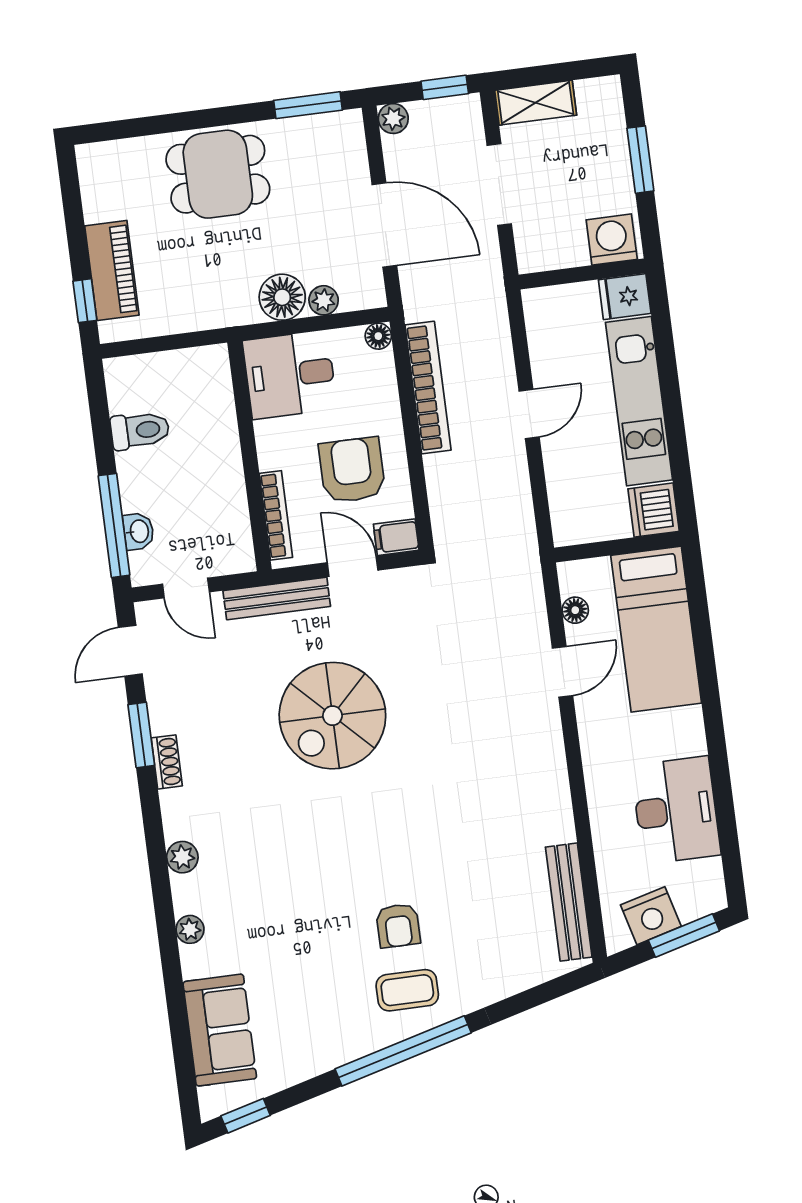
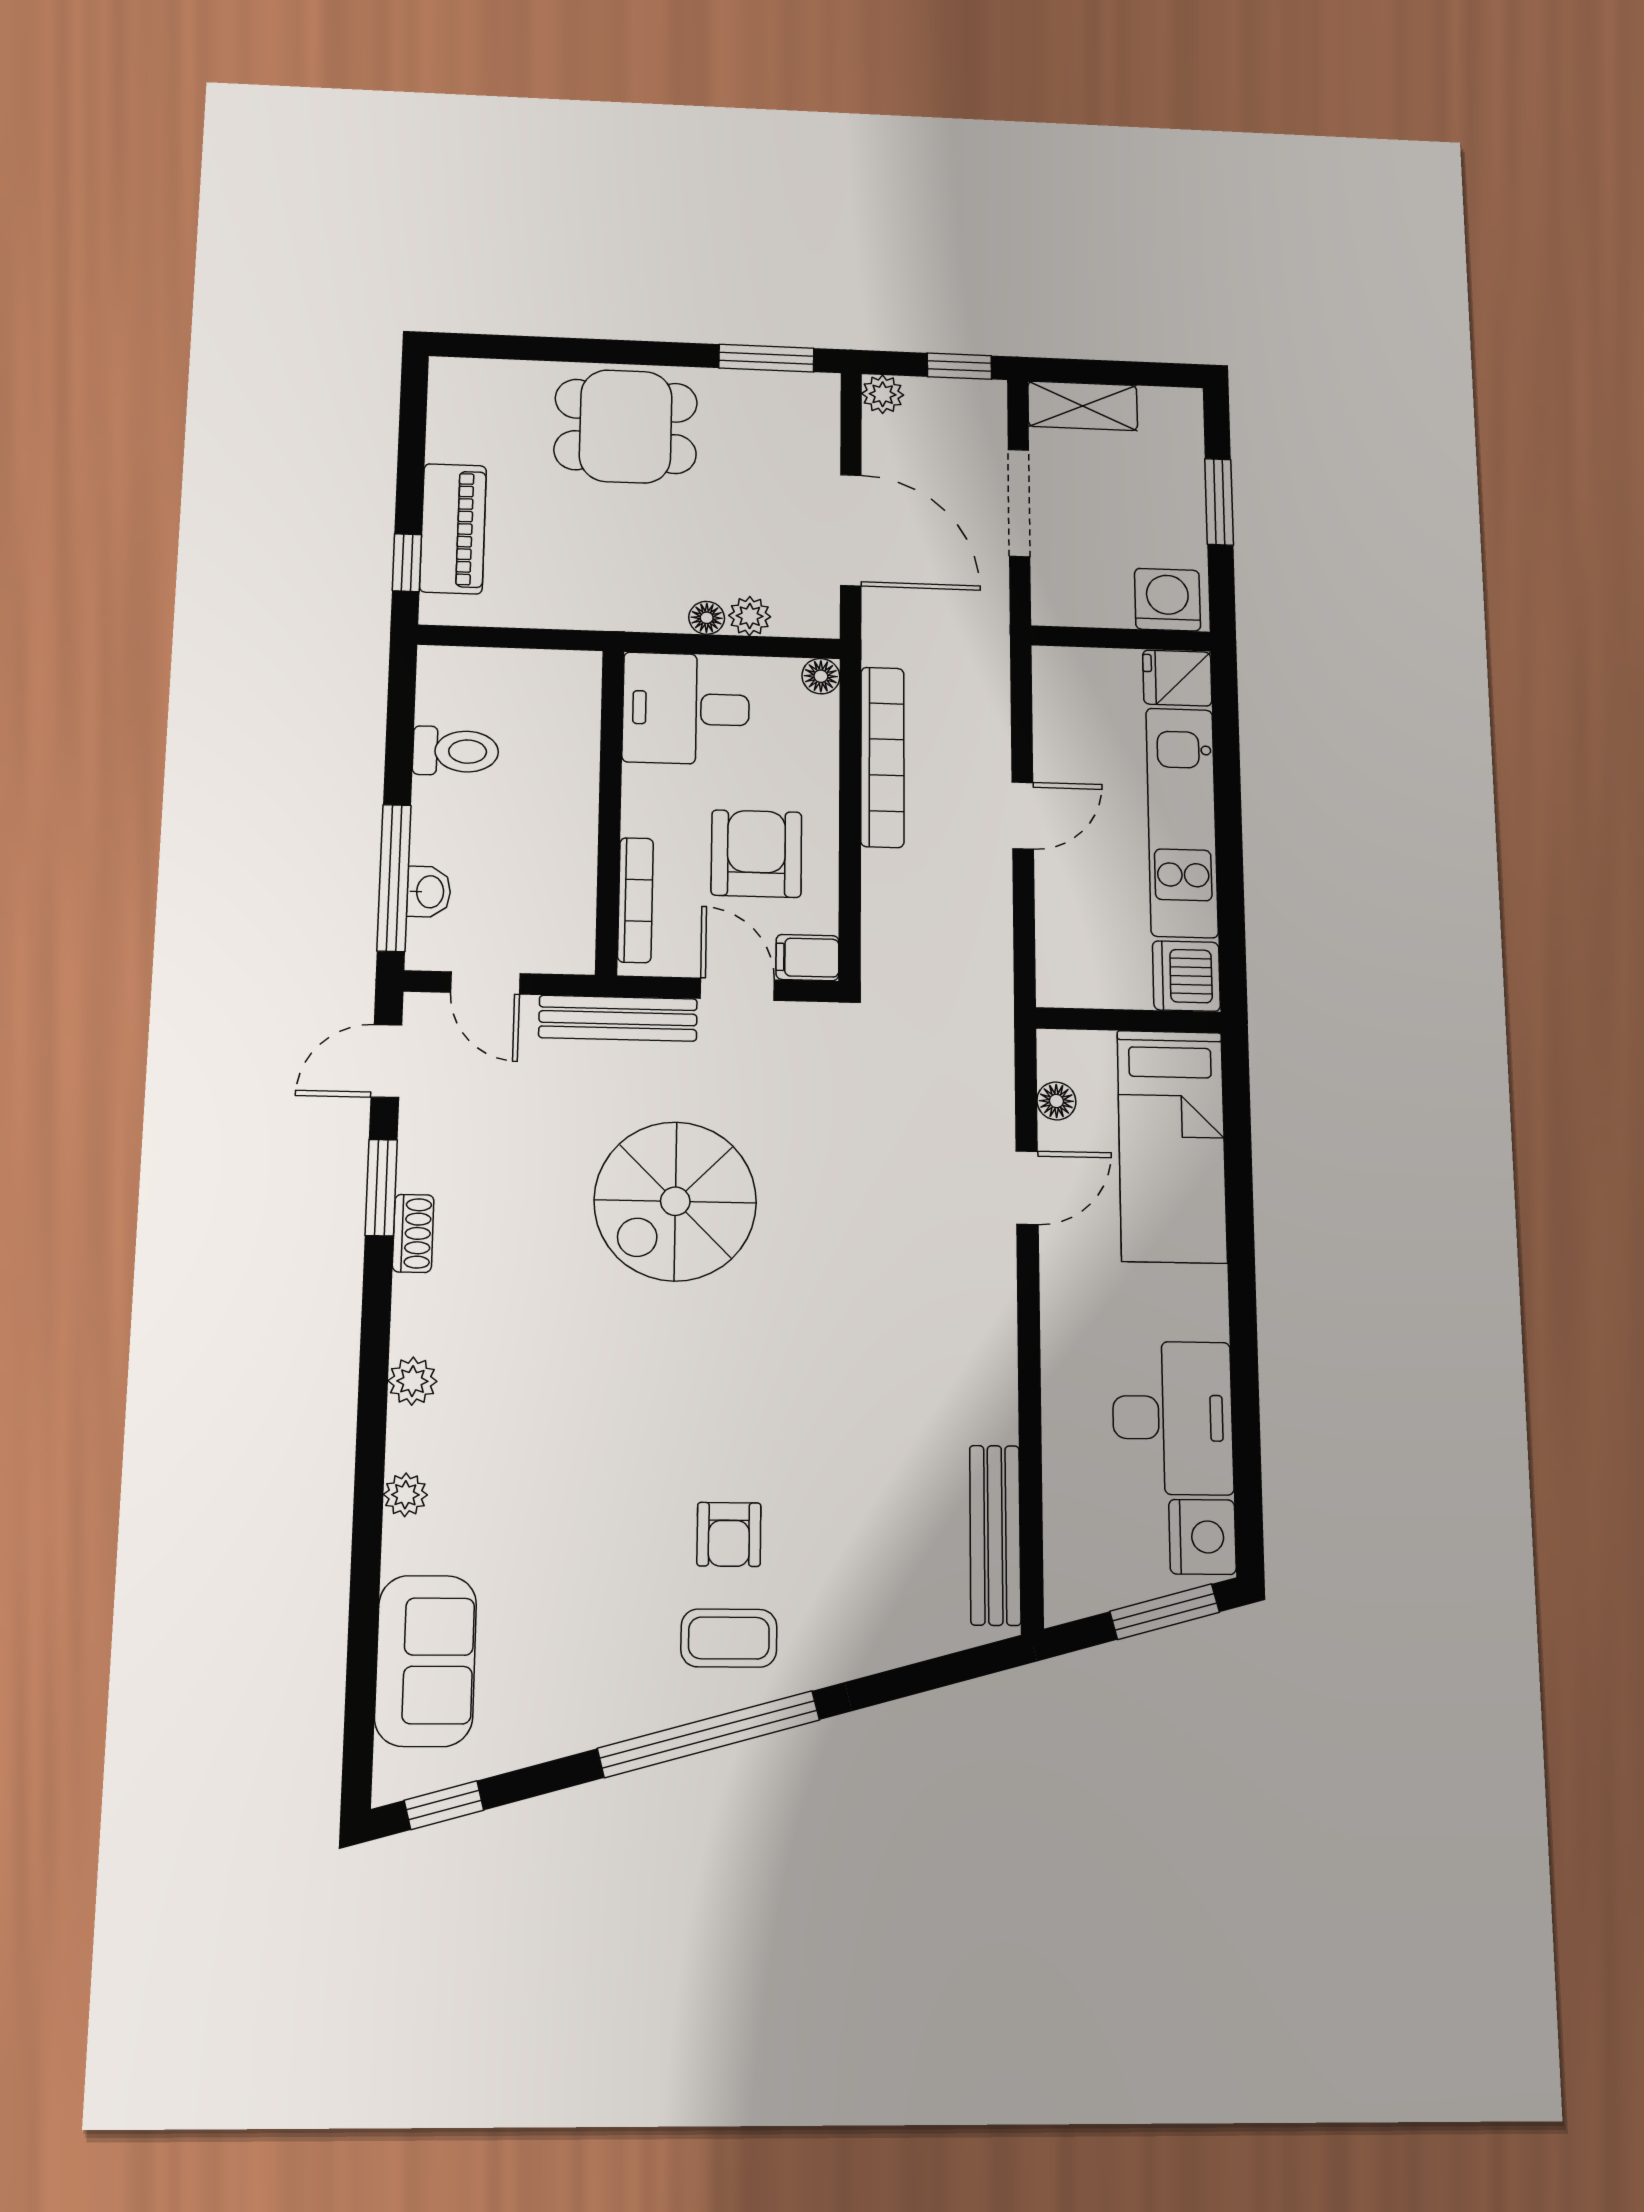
floor lamp: (282, 297) -> (707, 618), width x0.53, depth x0.53
nightstand: (651, 916) -> (1202, 1537), moved, turned -75

